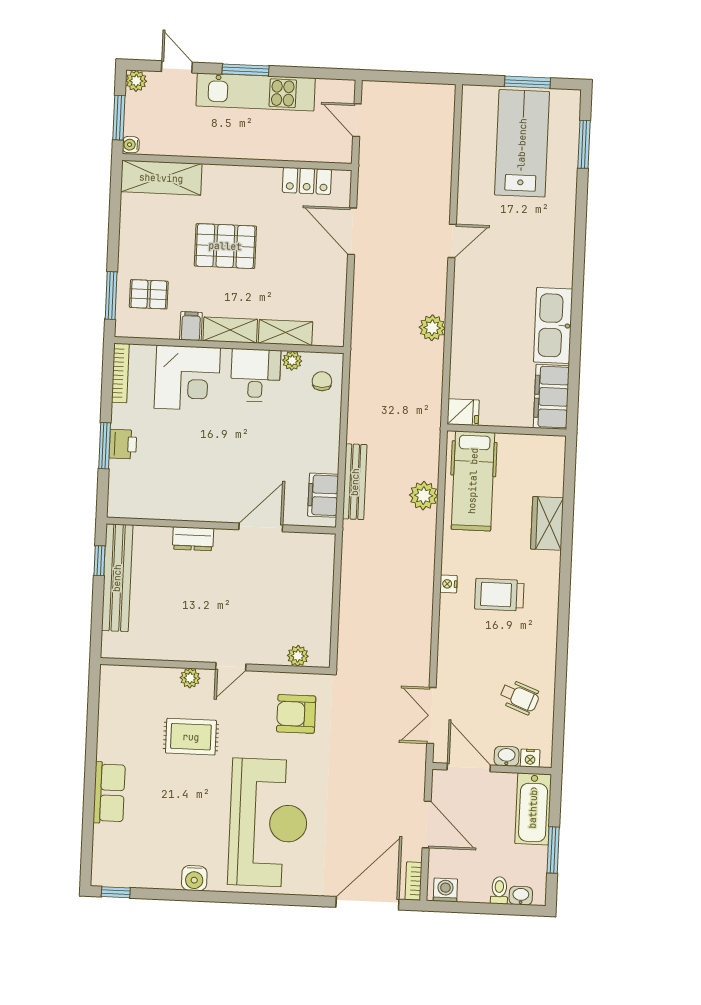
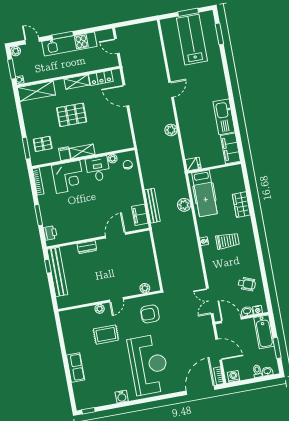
shelving: (286, 332) -> (77, 82), moved
printer: (123, 444) -> (50, 233), moved
trolley: (499, 595) -> (227, 241), turned 180

